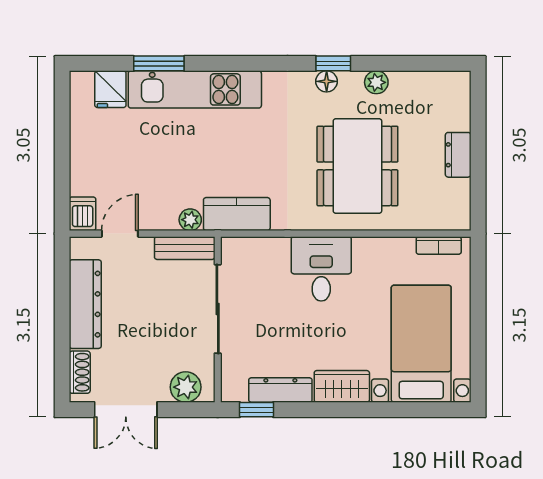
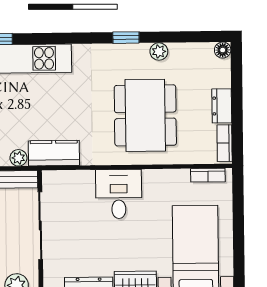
floor lamp: (327, 81) -> (223, 50), moved
bookcase: (461, 204) -> (225, 143), added

